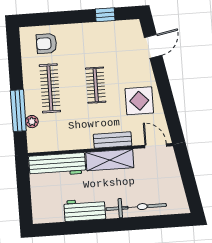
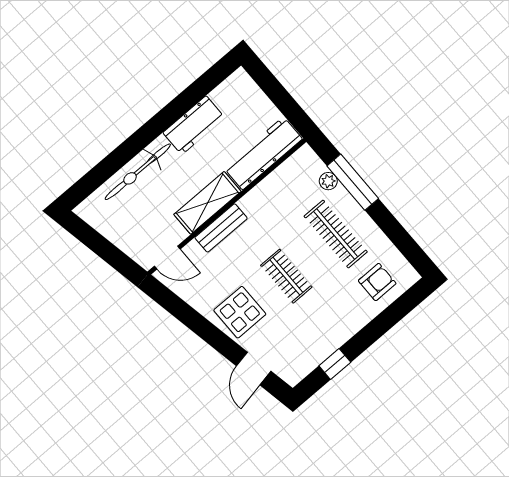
display table: (139, 101) -> (240, 312), moved

